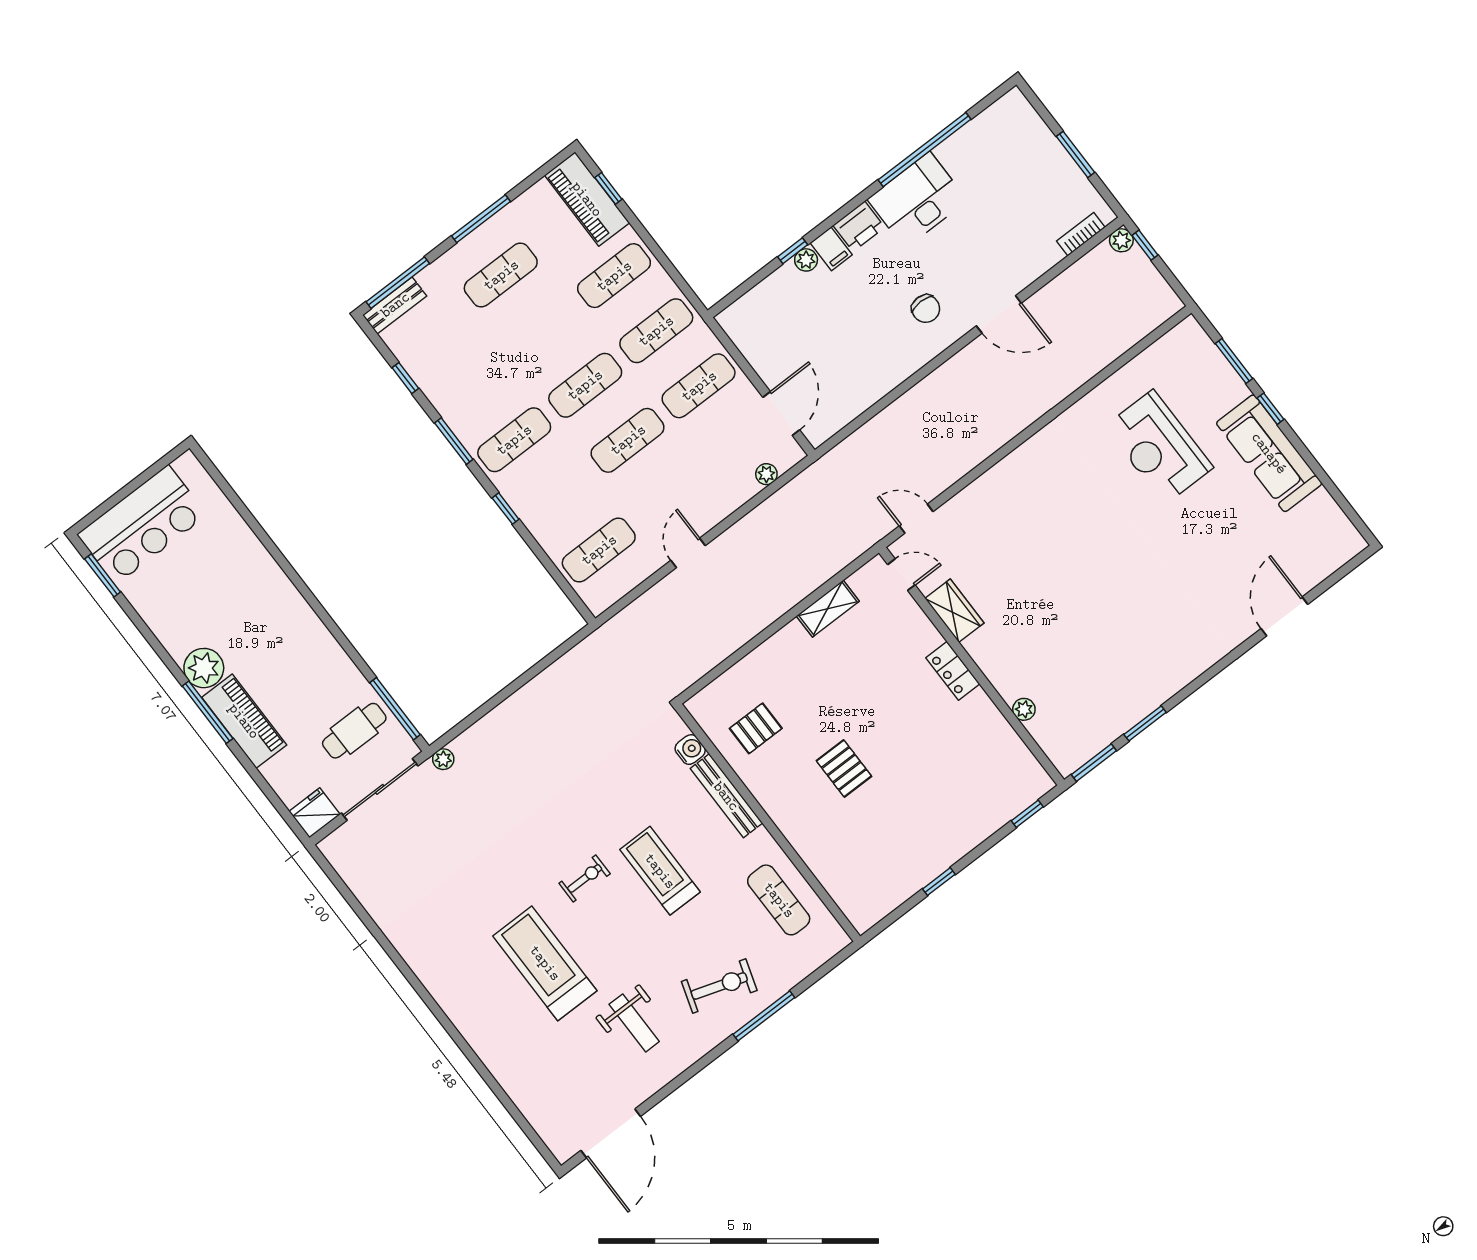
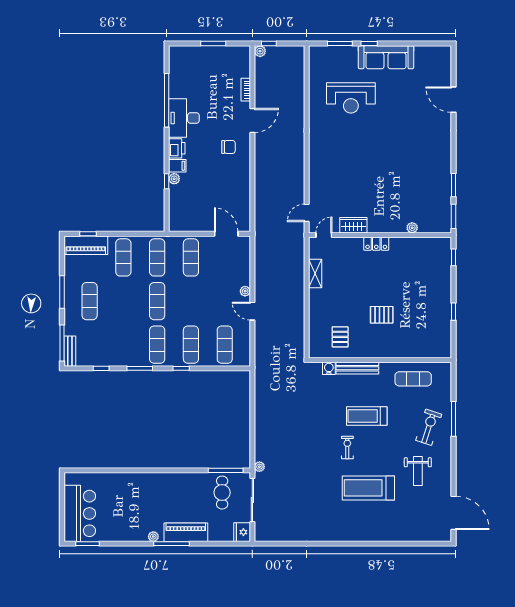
bookcase: (1081, 234) -> (246, 90), moved
exercise mat: (628, 440) -> (191, 345), moved
plant: (766, 474) -> (245, 291), moved
plant: (204, 668) -> (153, 537), width x0.53, depth x0.53
weight bench: (634, 1023) -> (418, 471), turned 90

